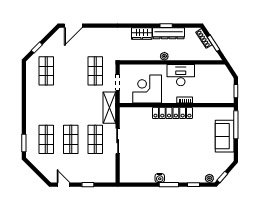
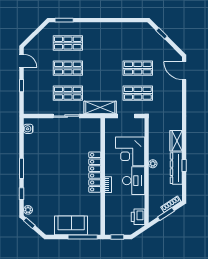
shop shelf: (46, 71) -> (138, 68), moved
printer: (216, 71) -> (138, 217), added
corner desk: (147, 89) -> (130, 151), moved, turned 180
water cooler: (160, 178) -> (28, 129), moved
door: (64, 185) -> (22, 61), hinge flipped

